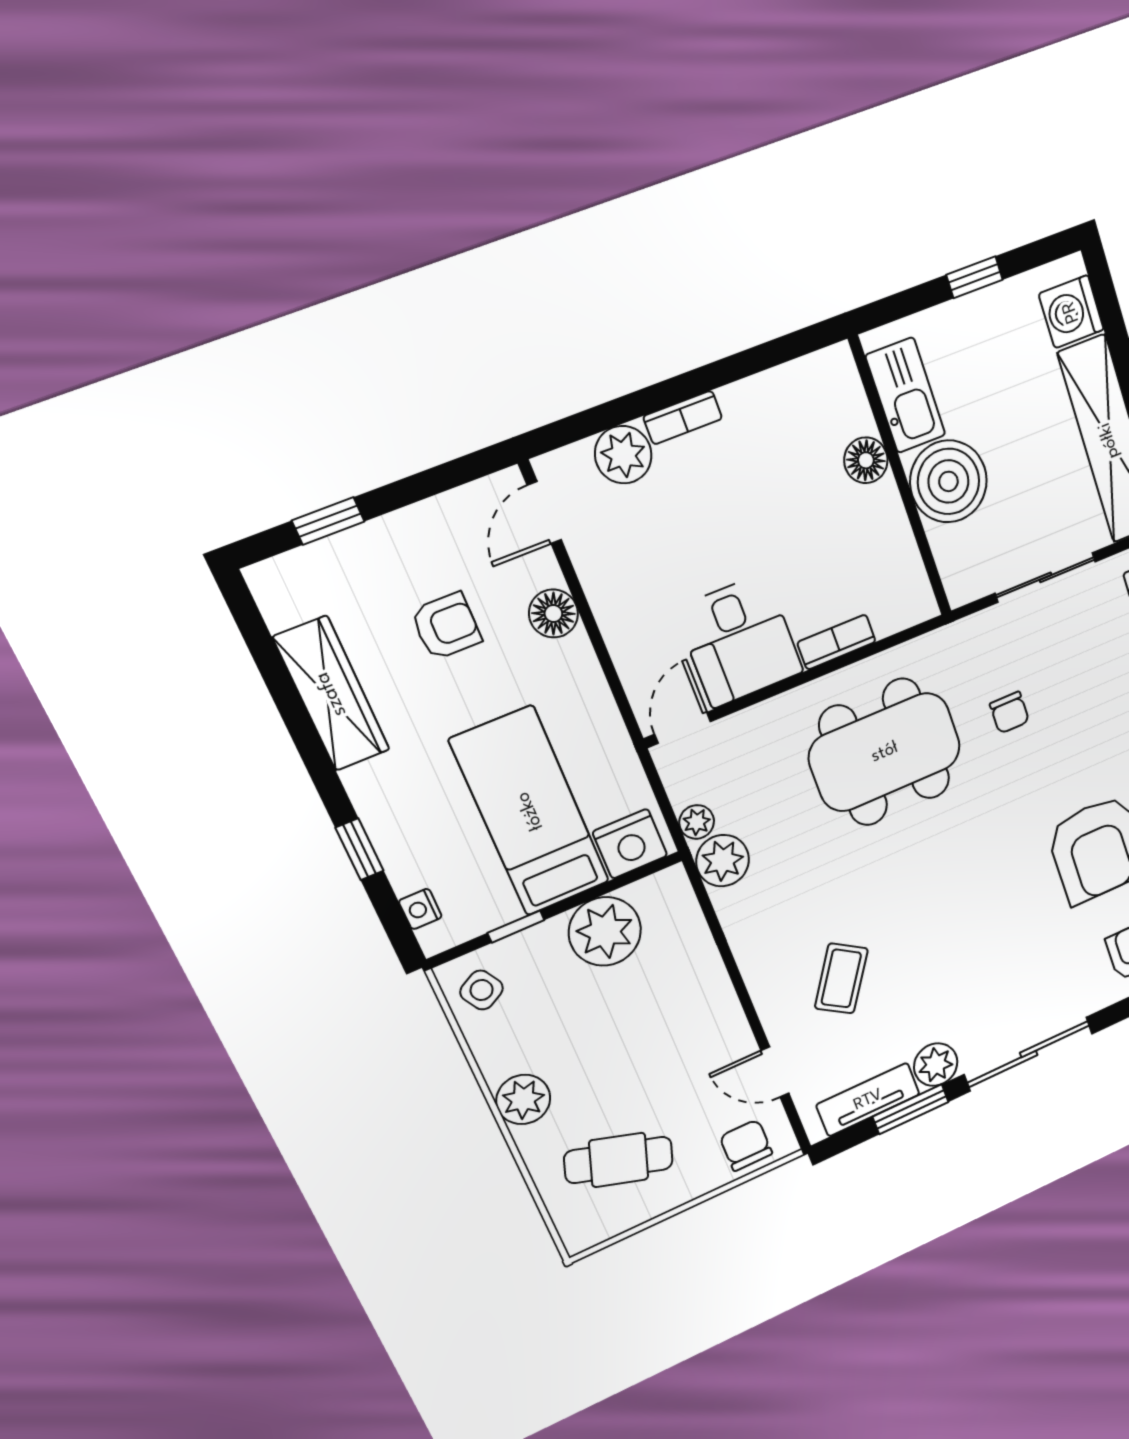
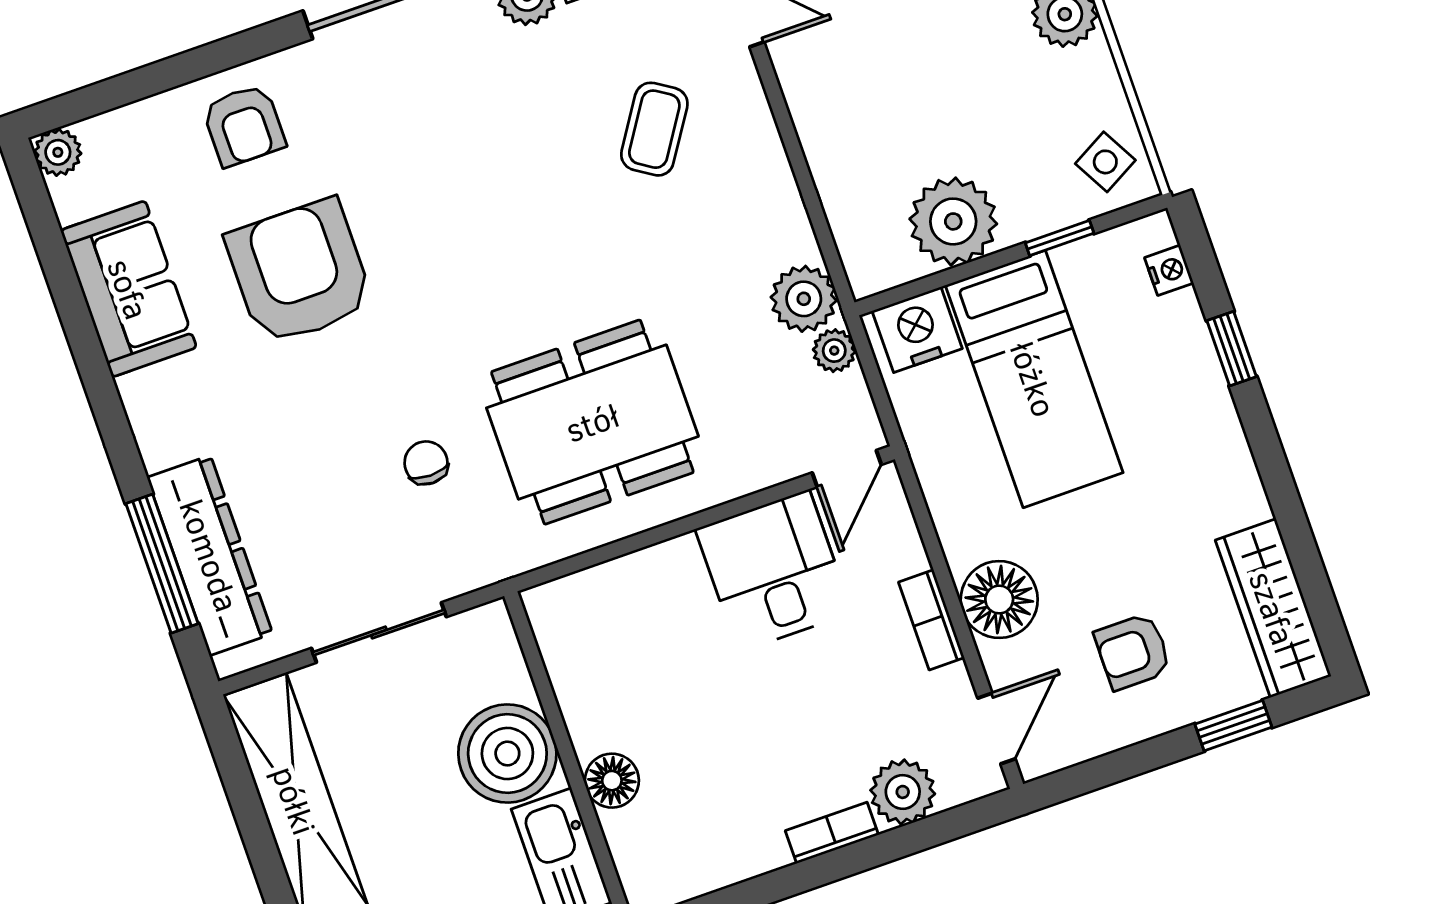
floor lamp: (553, 614) -> (999, 600), width x1.38, depth x1.38
armchair: (446, 626) -> (1133, 652), moved
bookcase: (836, 642) -> (931, 620), moved, turned 90
wardrobe: (331, 694) -> (1273, 608), moved

